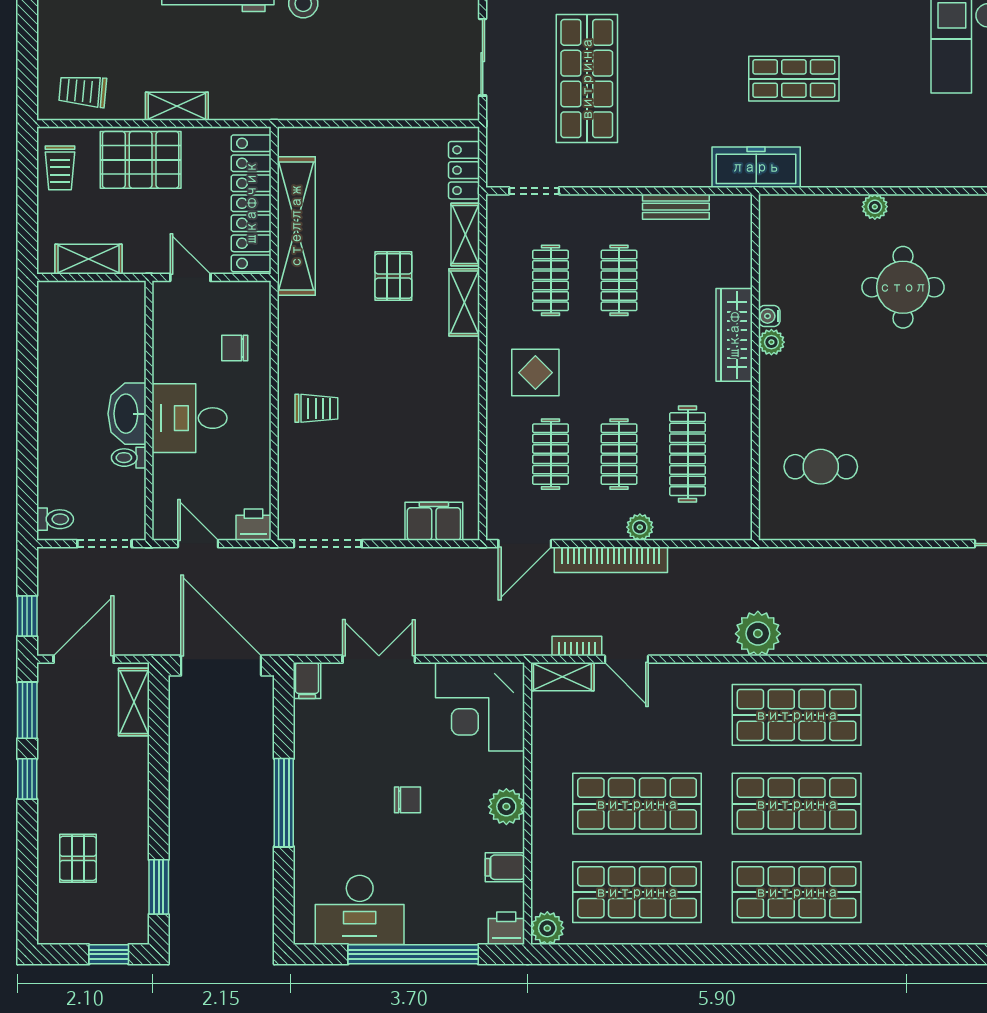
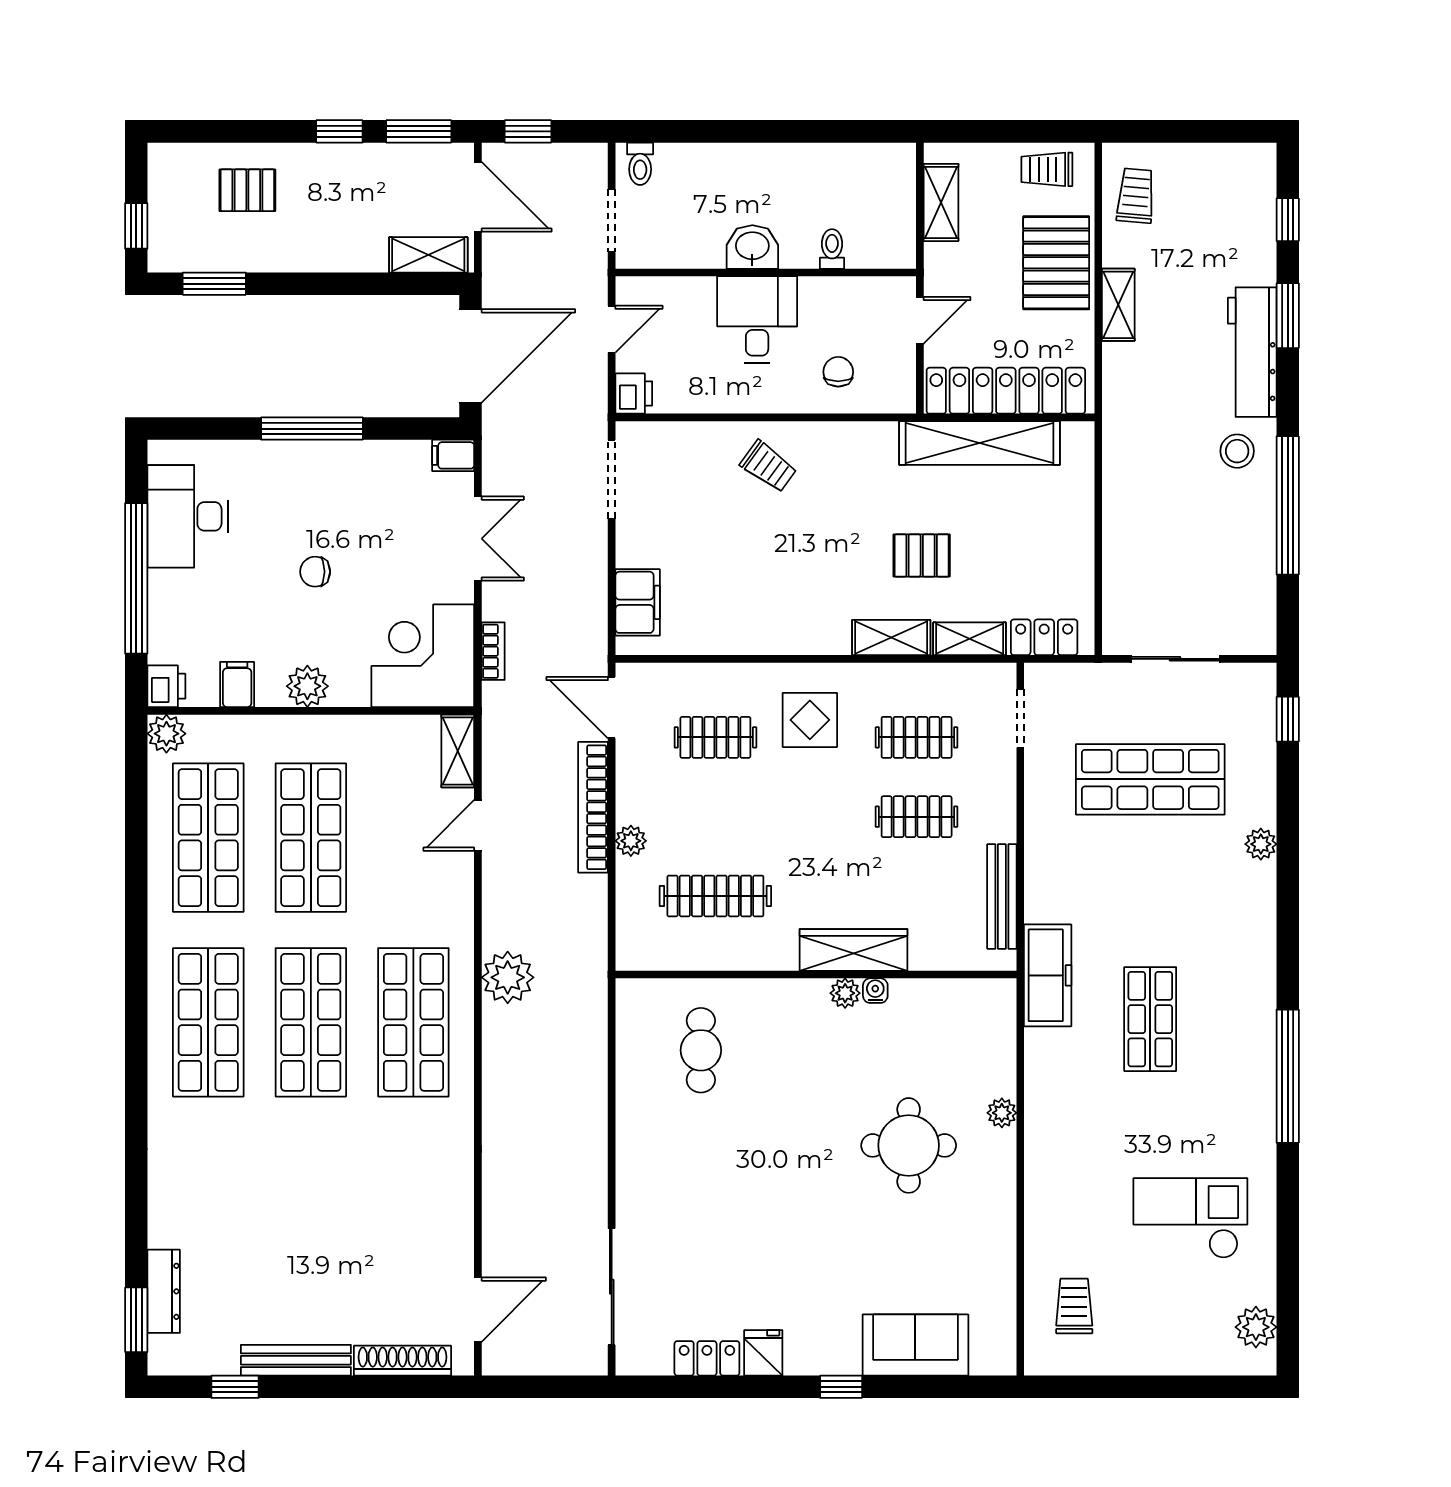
bench: (676, 207) -> (1002, 896), width x1.36
trolley: (316, 408) -> (768, 466), turned -54
washbasin: (127, 414) -> (752, 247), width x0.72
clothes rail: (619, 454) -> (715, 817), removed
toilet: (129, 458) -> (832, 249), moved
bookcase: (577, 646) -> (493, 651), moved
chair: (407, 800) -> (315, 572), turned 90

